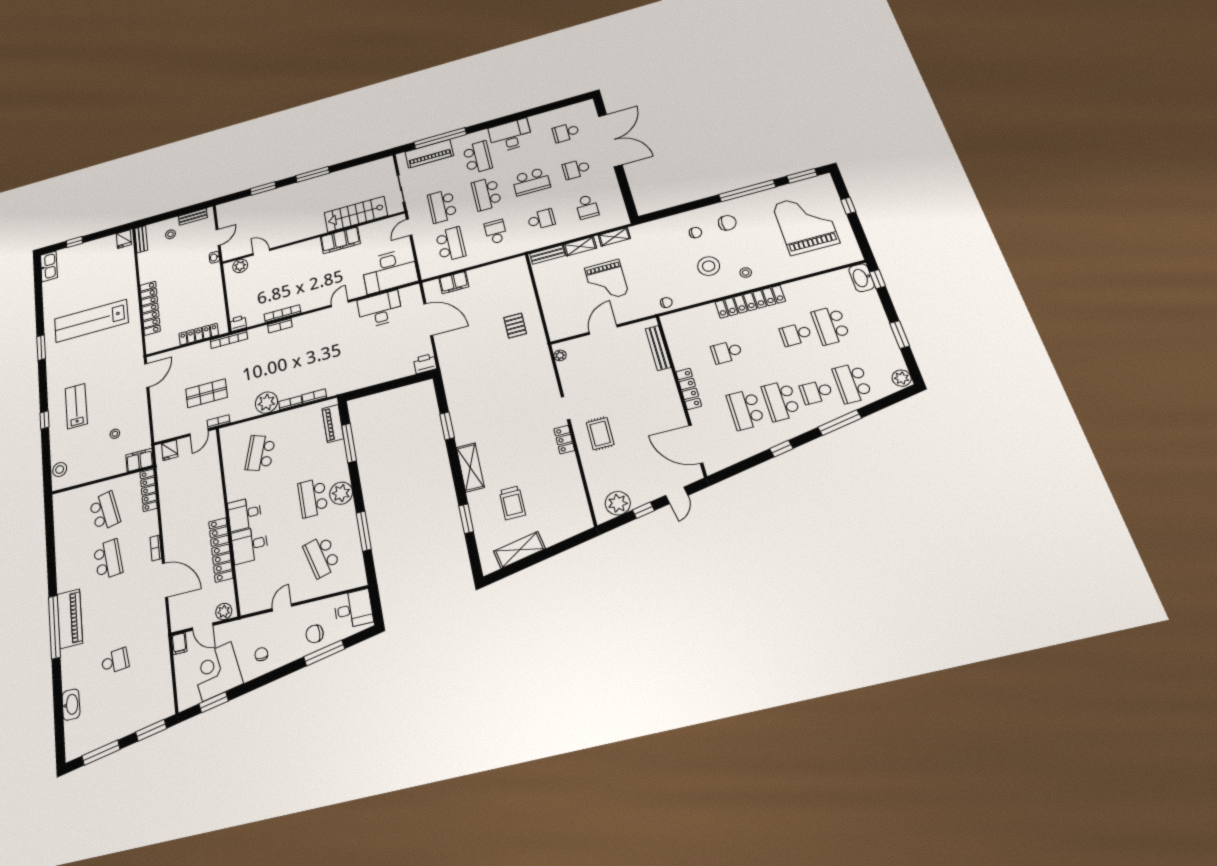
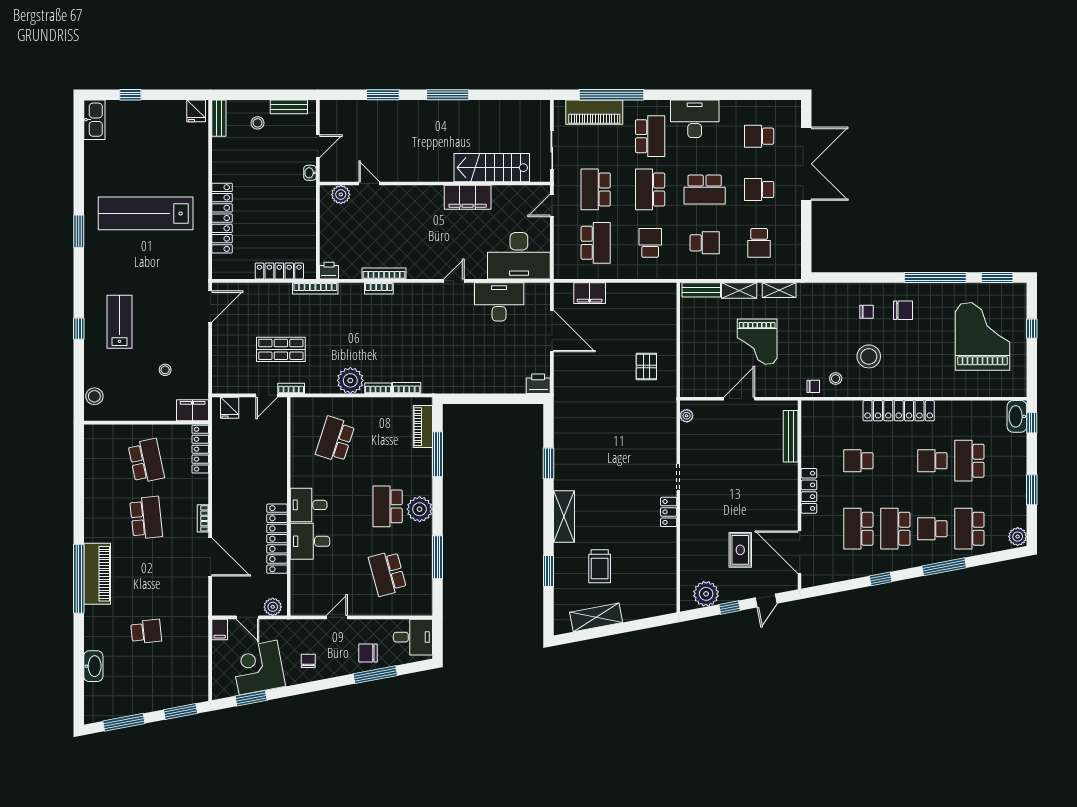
stool: (746, 273) -> (836, 379), moved
rug: (600, 434) -> (740, 550), moved

